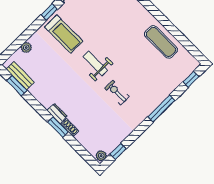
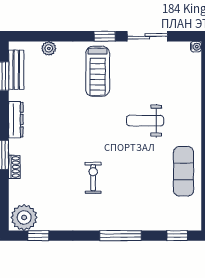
weight bench: (95, 63) -> (145, 121), moved, turned -90
dresser: (57, 113) -> (16, 120), moved, width x1.44
plant: (101, 156) -> (24, 217), width x1.87, depth x1.87

